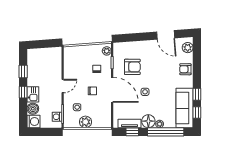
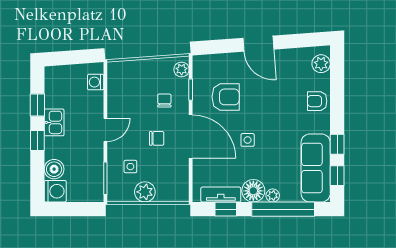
door: (166, 35) -> (258, 44), moved
kitchen sink: (33, 94) -> (54, 122), moved
washing machine: (57, 117) -> (96, 82), moved

